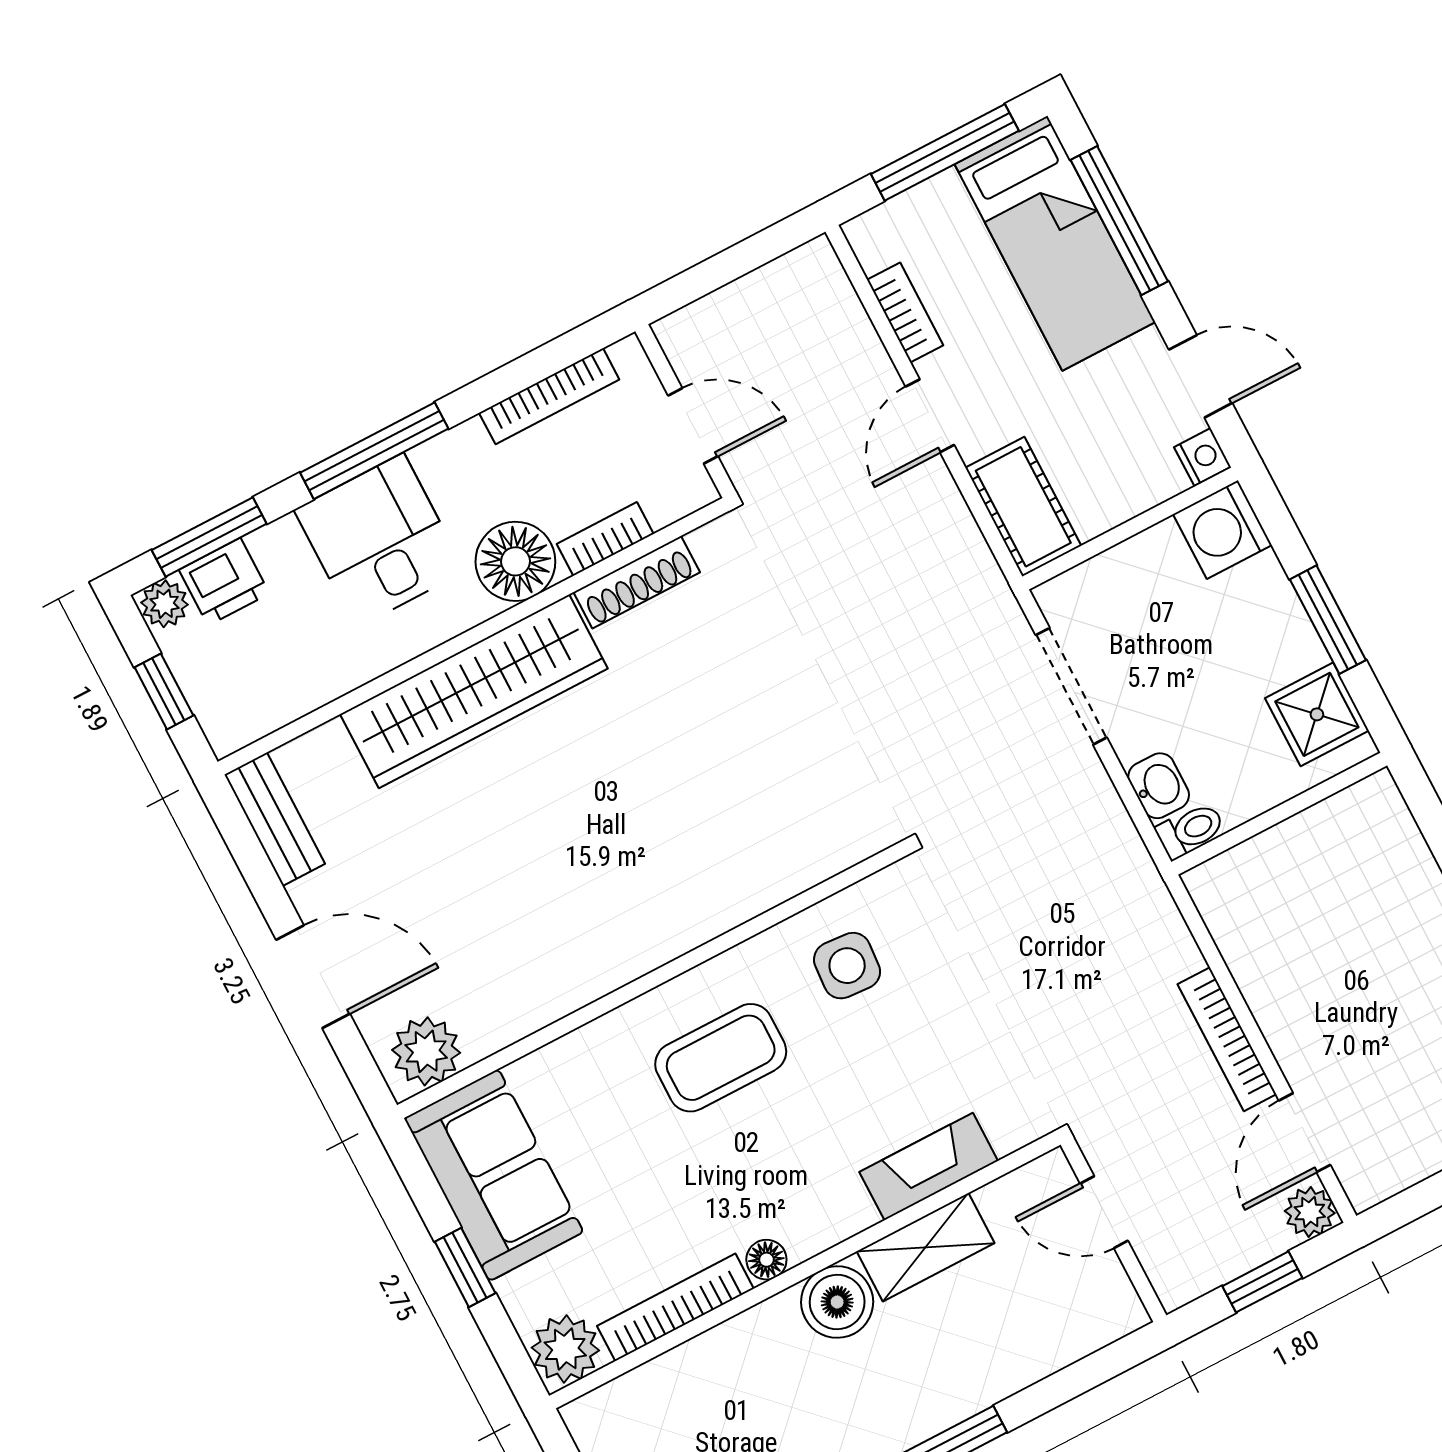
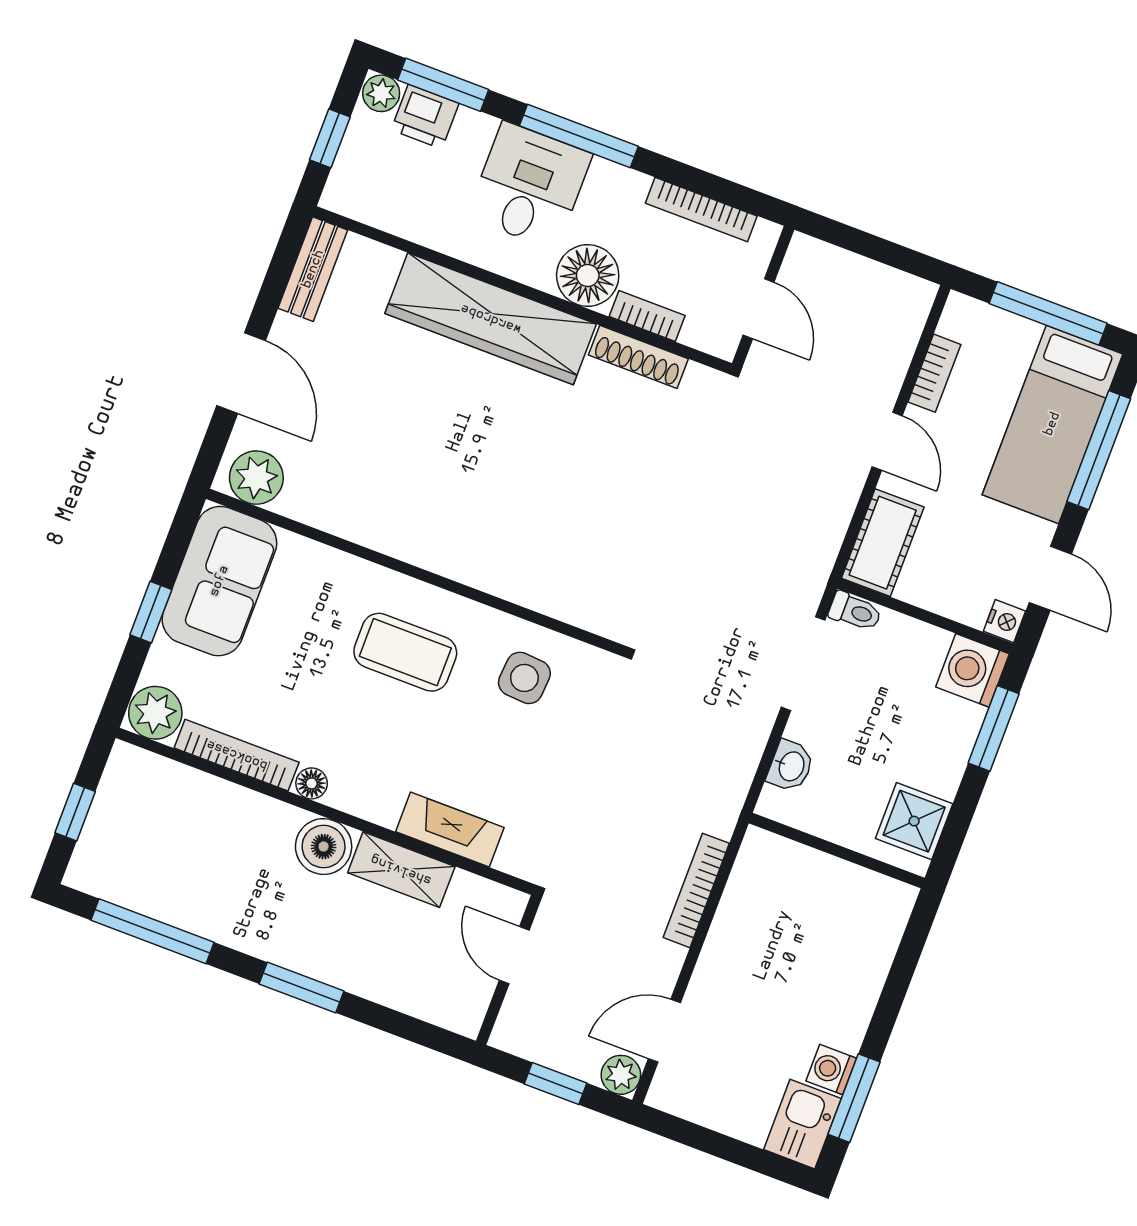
door: (930, 416) -> (887, 441), swing flipped
window: (1328, 620) -> (994, 728), moved
toilet: (1190, 830) -> (855, 612), moved
bookcase: (1227, 1039) -> (696, 890), moved

